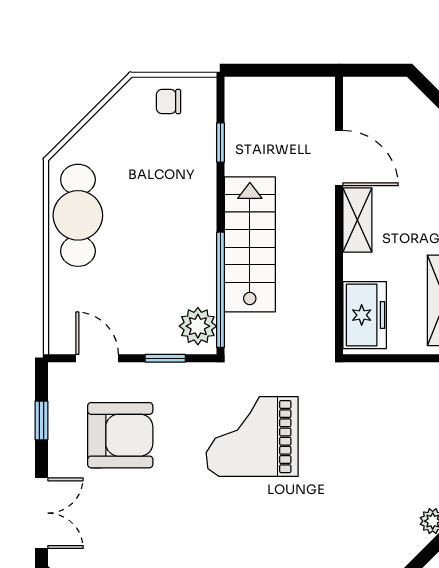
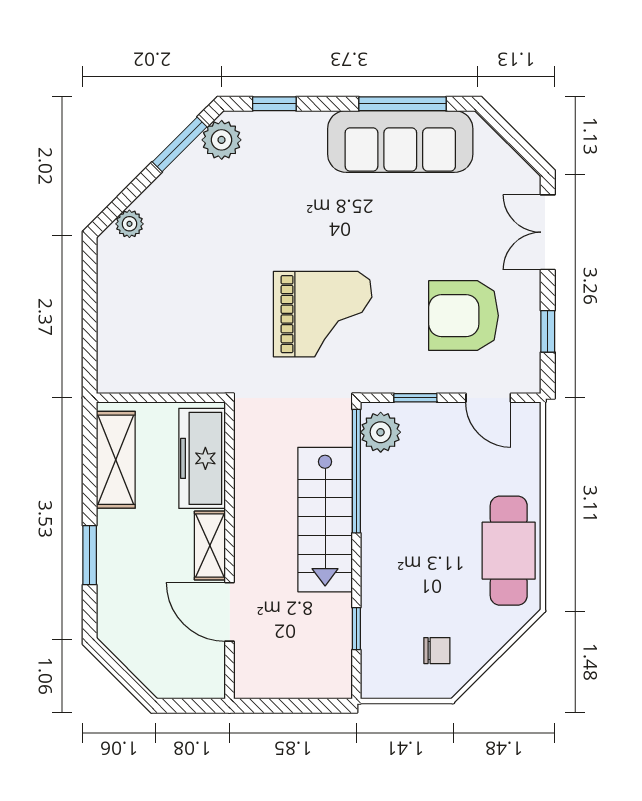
chair: (168, 101) -> (437, 651), moved
freezer: (365, 315) -> (202, 458), width x1.40

